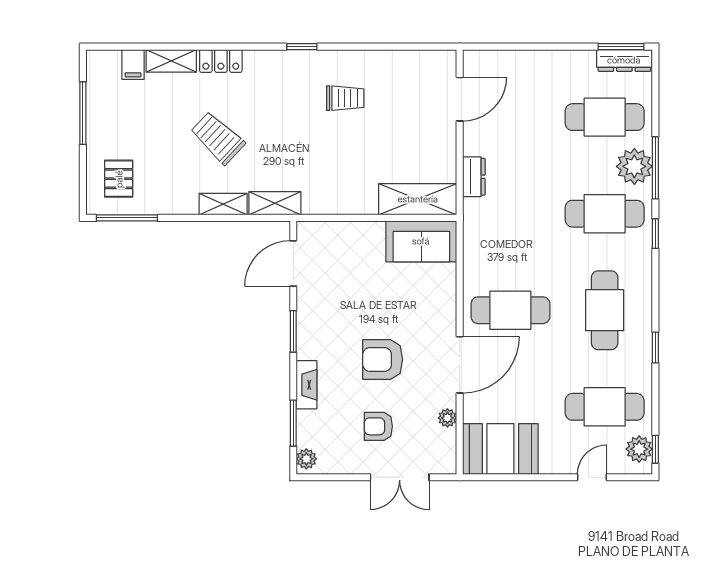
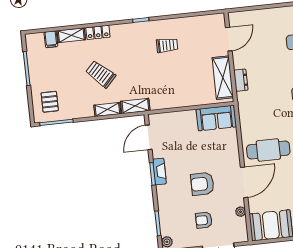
shelving: (418, 199) -> (223, 78), moved, turned 90
fireplace: (306, 385) -> (159, 171), moved

